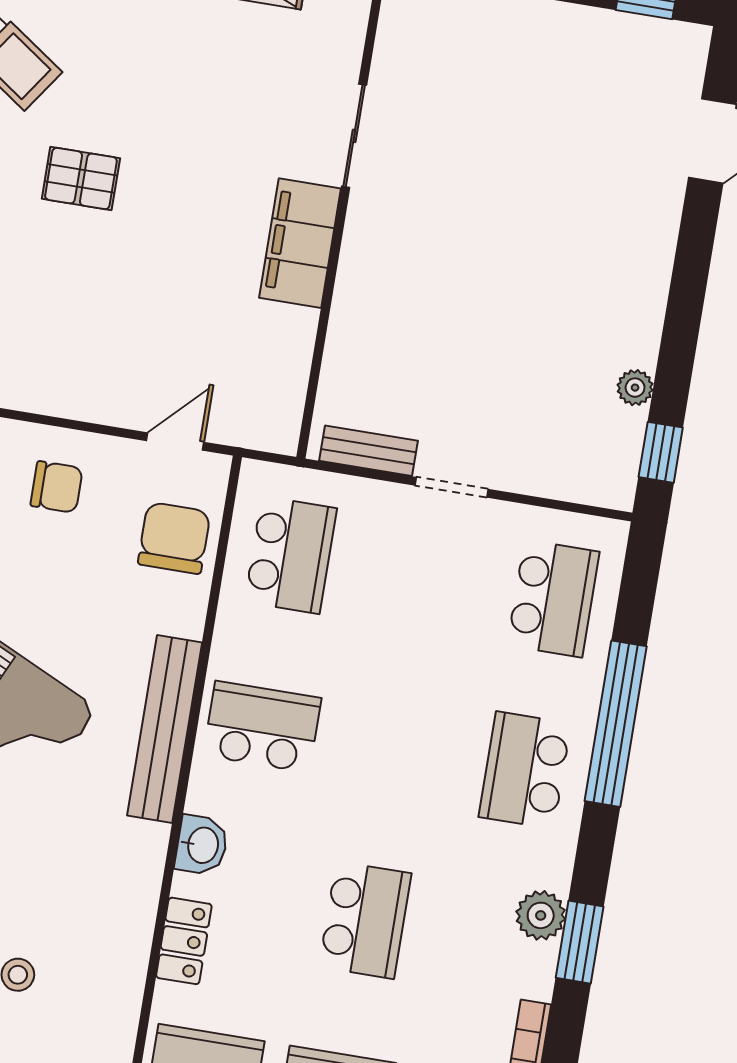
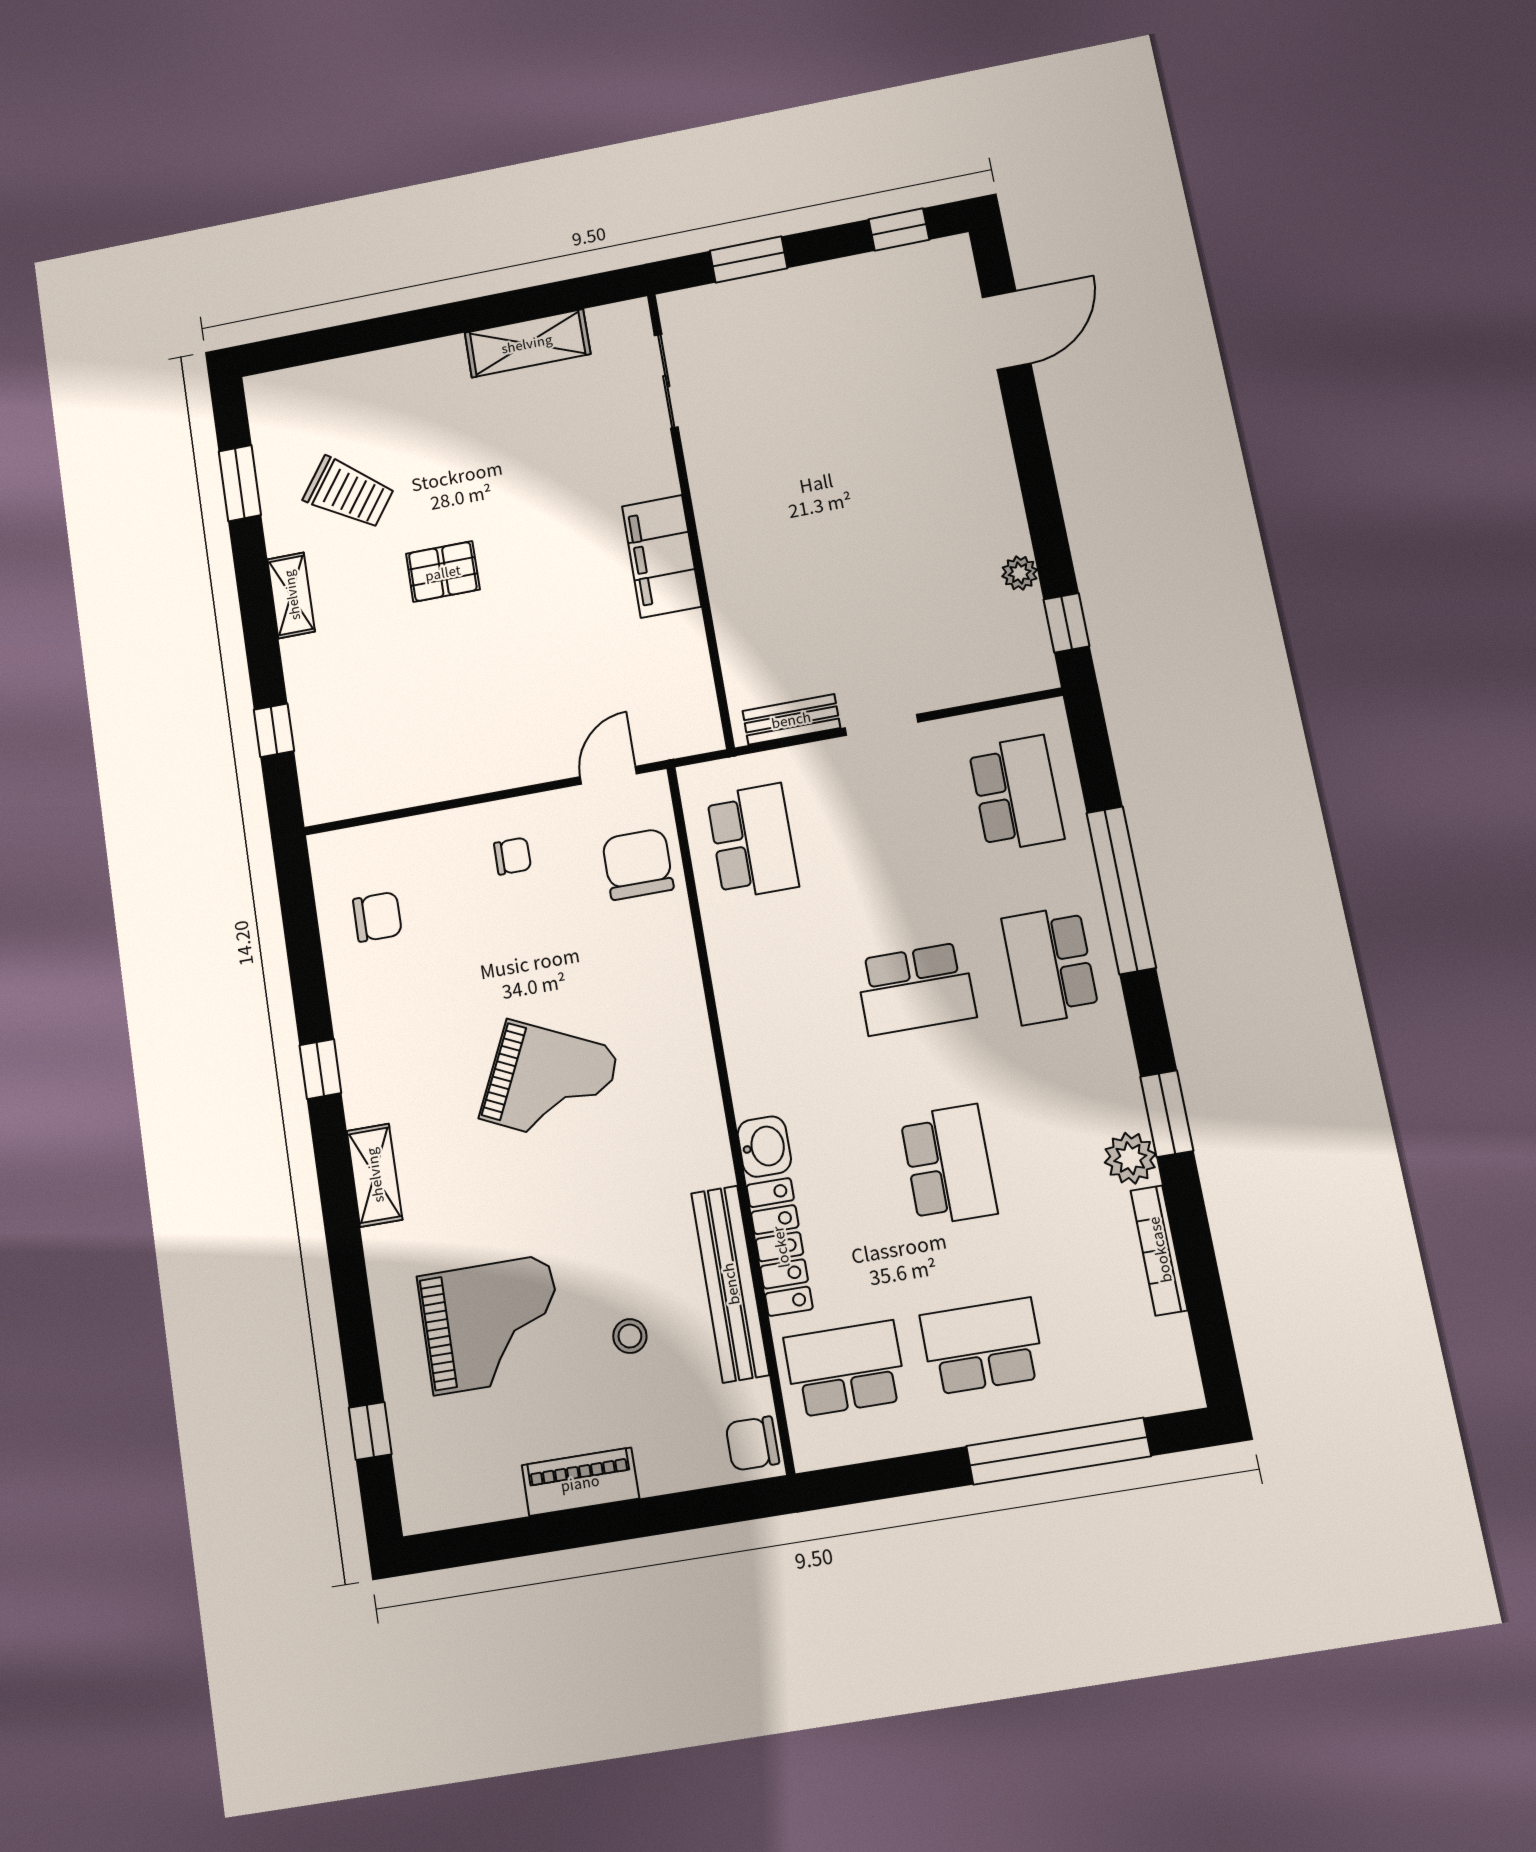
sliding door: (354, 136) -> (666, 381), moved
chair: (57, 487) -> (513, 856), width x0.73, depth x0.73
school desk: (262, 727) -> (916, 989), moved, turned 180
bench: (165, 729) -> (730, 1284), moved
plant: (541, 915) -> (1130, 1158), moved
locker: (184, 941) -> (780, 1247), width x1.53

